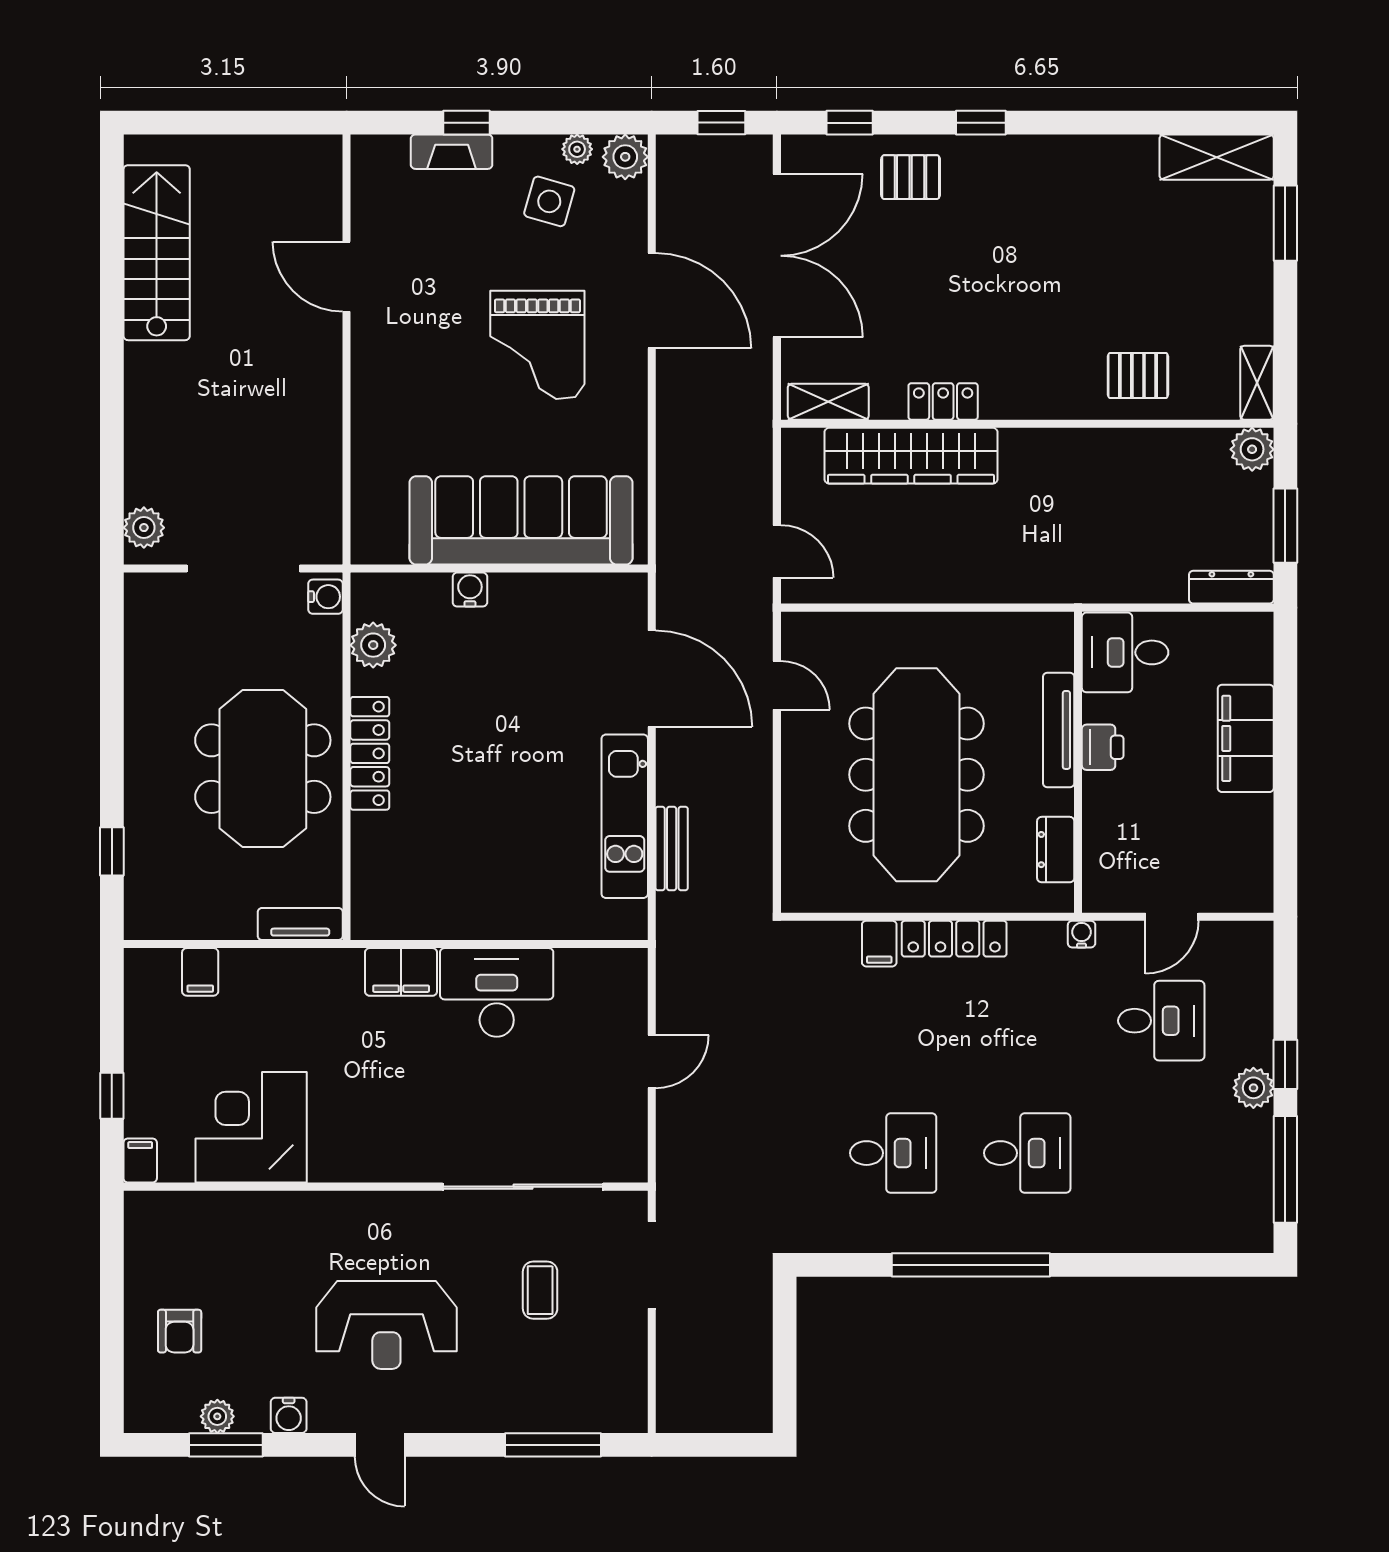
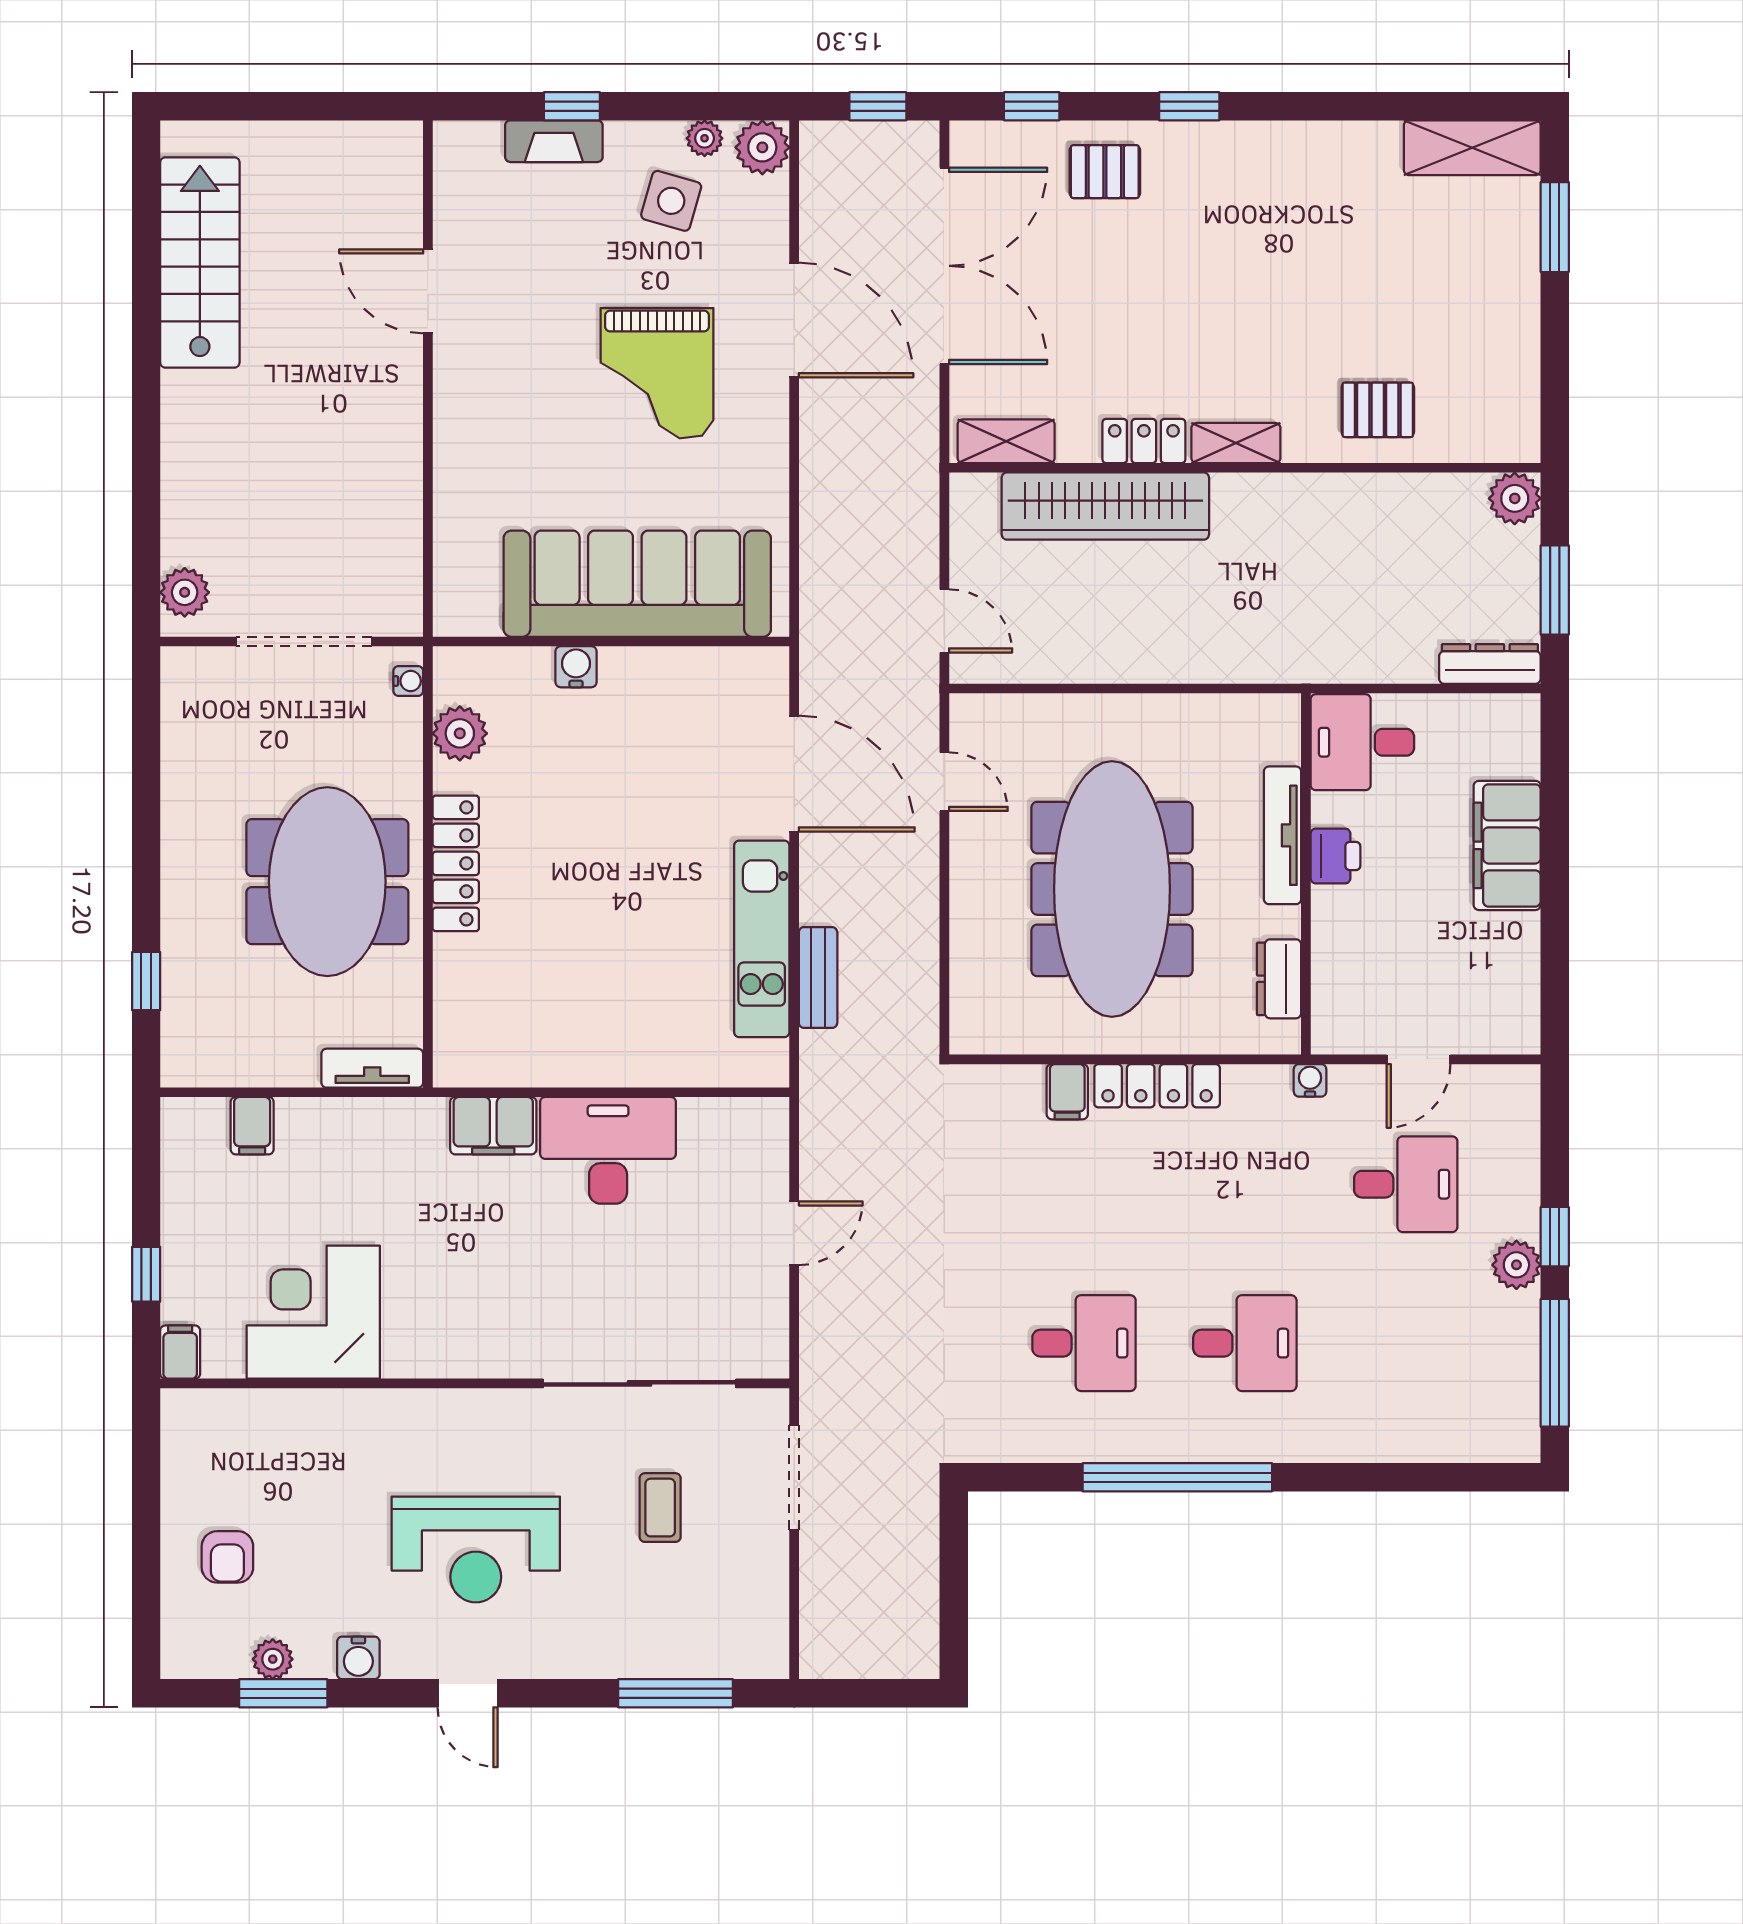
shelving: (1257, 383) -> (1236, 443), moved, turned 90
water cooler: (325, 597) -> (408, 681), width x0.72, depth x0.72

